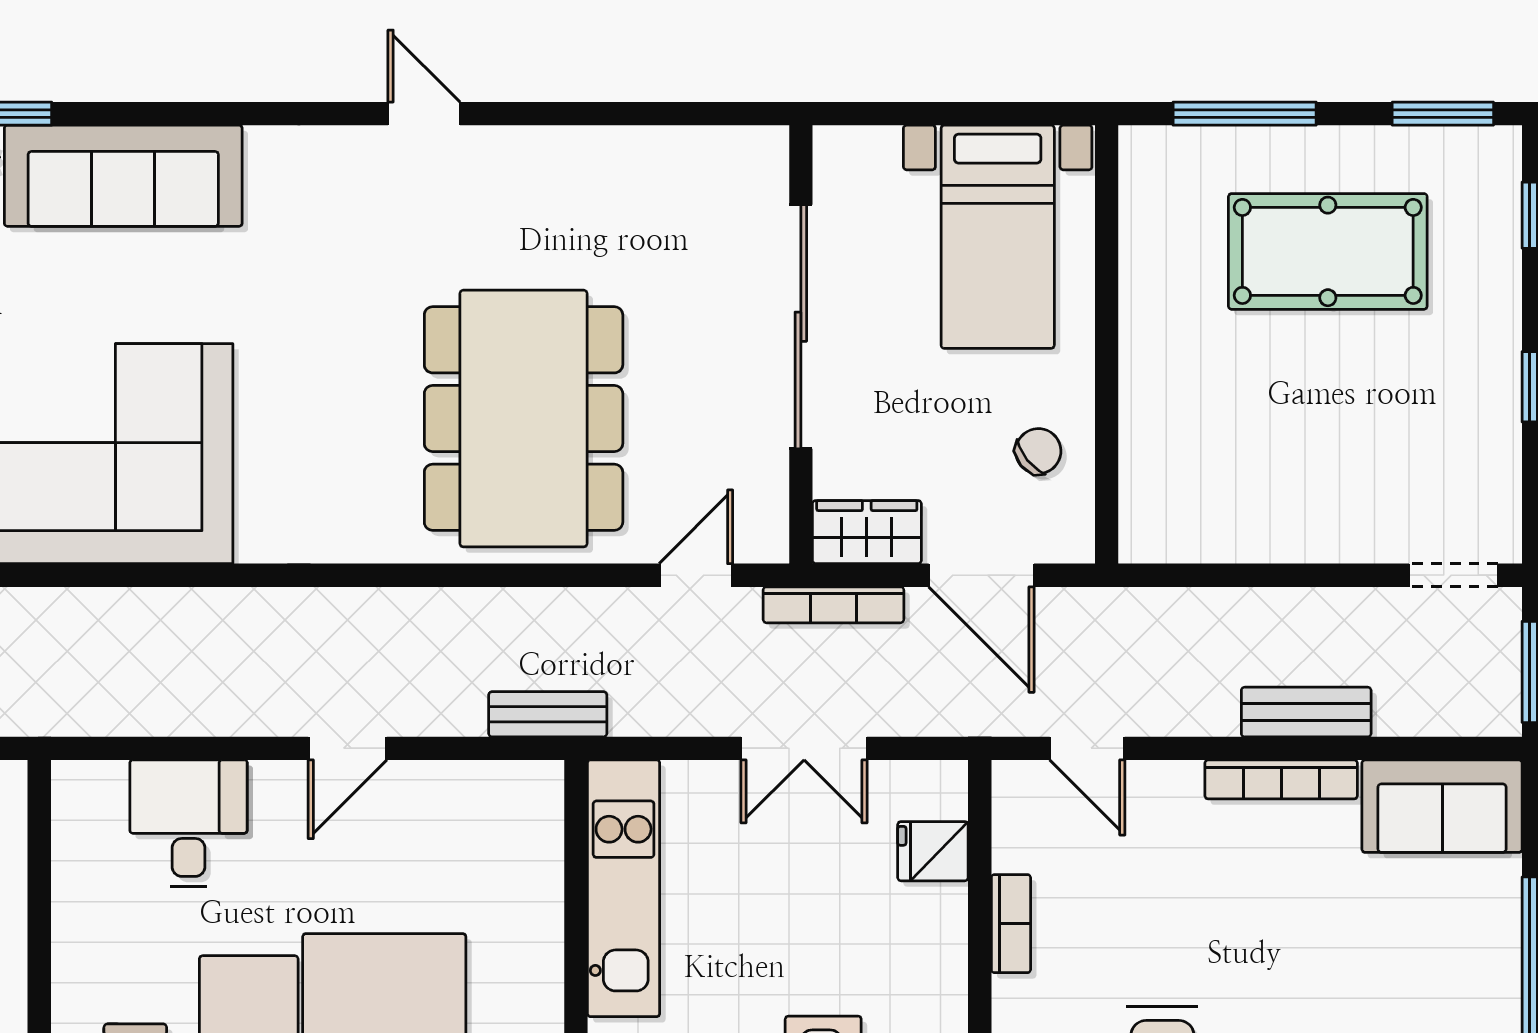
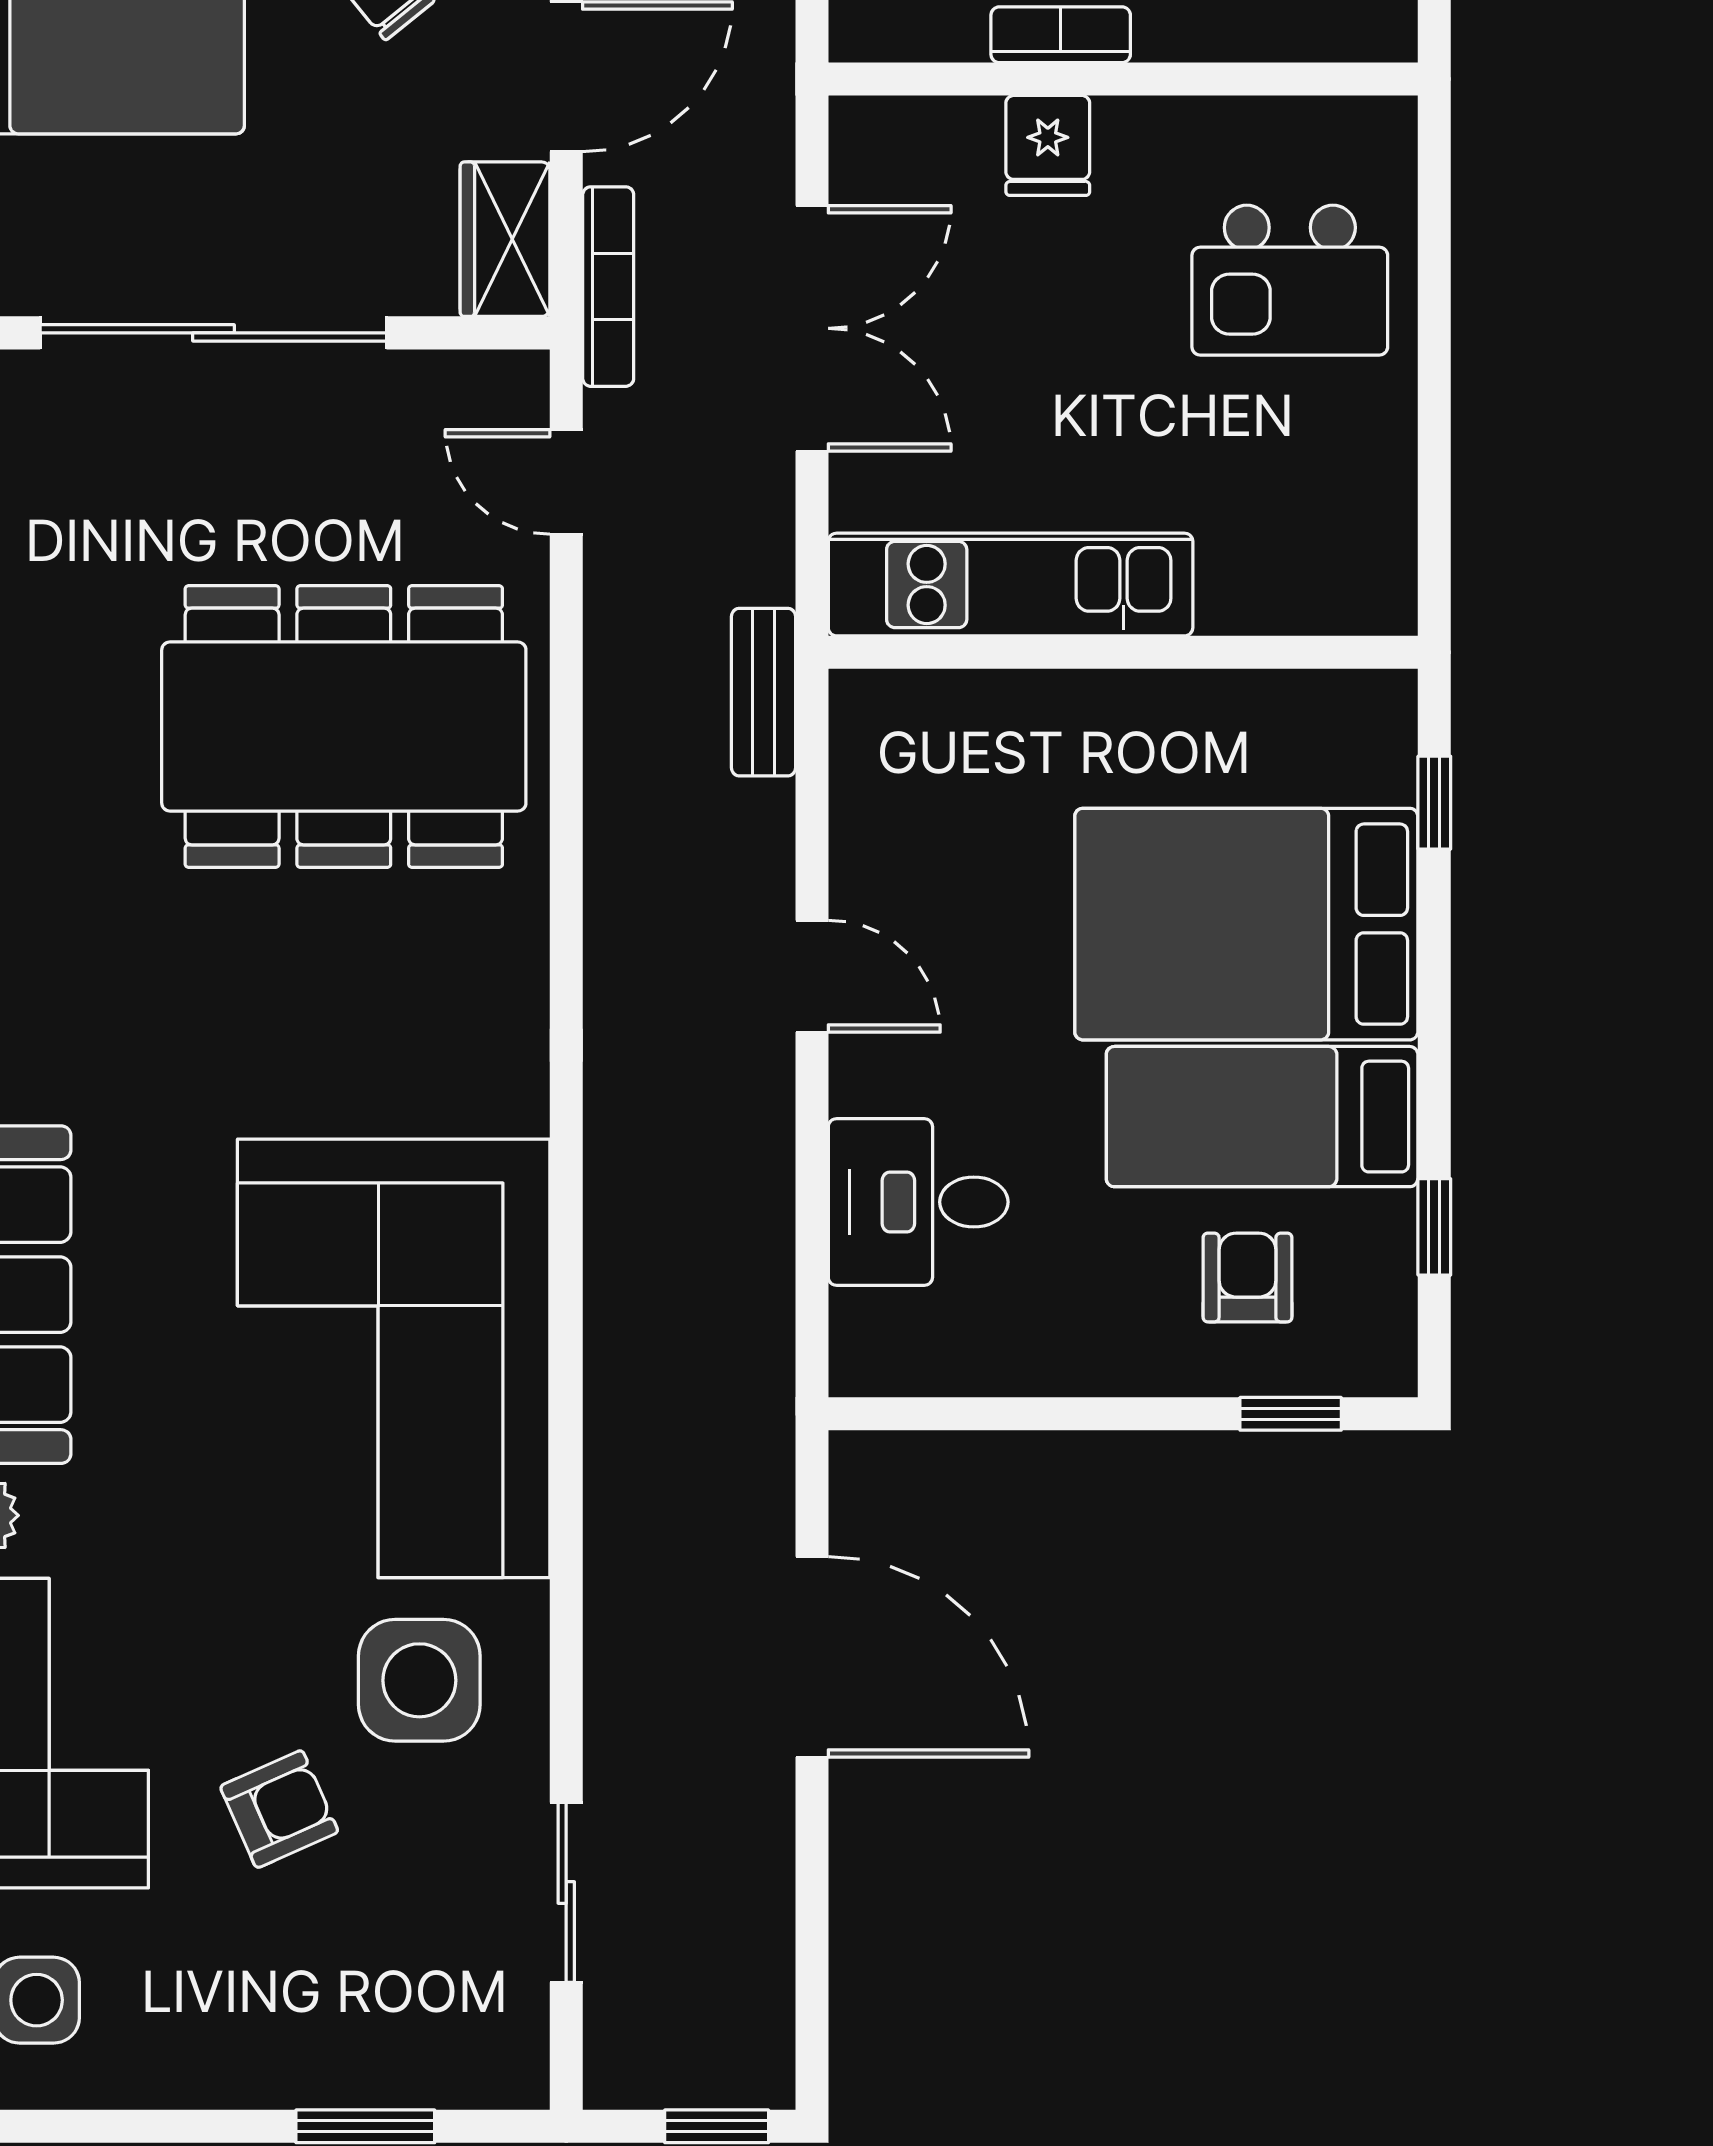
double door: (804, 748) -> (812, 328), width x1.37
fridge: (933, 851) -> (1048, 145), moved

